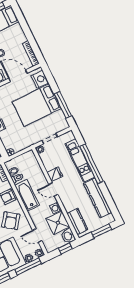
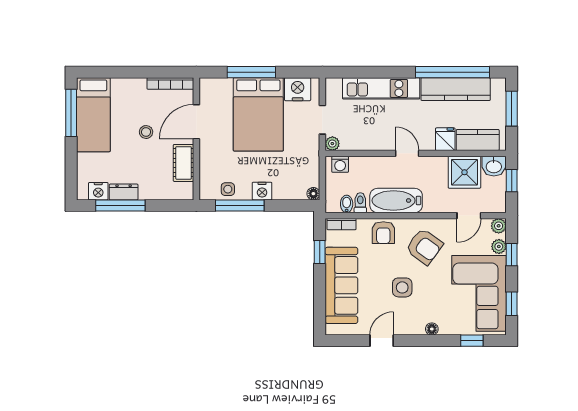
nightstand: (40, 79) -> (298, 89), moved
window: (63, 105) -> (251, 72), moved
window: (91, 164) -> (453, 72), moved
fridge: (55, 174) -> (445, 139), moved
door: (53, 189) -> (407, 153), swing flipped
washing machine: (56, 208) -> (340, 164), moved
window: (28, 267) -> (512, 255), width x0.46

